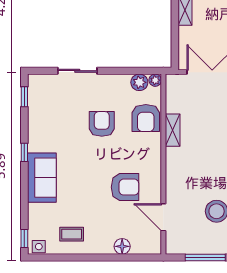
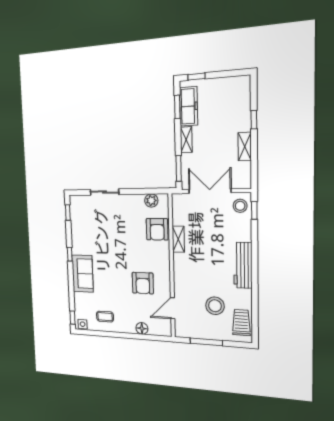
window: (175, 44) -> (179, 169), added
plant: (155, 80) -> (164, 199), removed
armchair: (102, 124) -> (124, 234), removed
armchair: (125, 187) -> (143, 283), turned 90
door: (163, 217) -> (173, 308), hinge flipped

